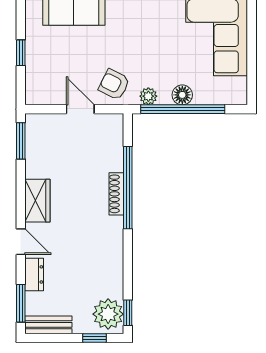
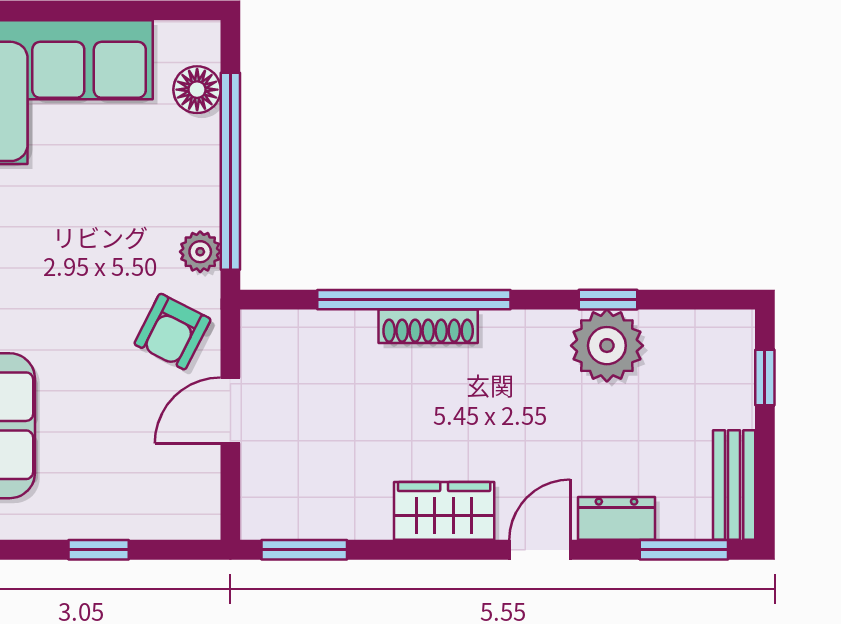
floor lamp: (182, 95) -> (197, 90), moved
window: (128, 313) -> (608, 300), moved
plant: (108, 314) -> (607, 346), moved

